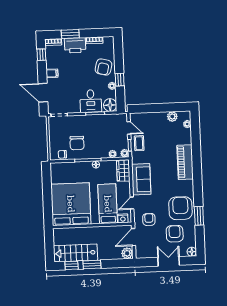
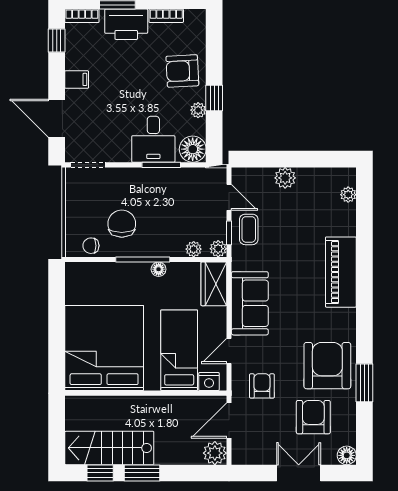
armchair: (103, 67) -> (182, 71), turned 73
plant: (172, 117) -> (285, 178), moved
chair: (77, 143) -> (122, 224), turned 180

